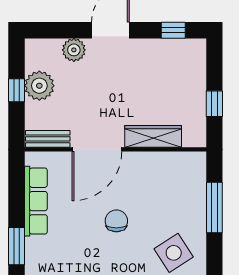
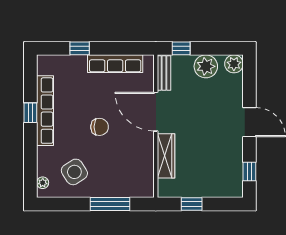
plant: (74, 50) -> (234, 64), moved
window: (17, 90) -> (181, 48), moved
window: (17, 246) -> (80, 48), width x0.67

